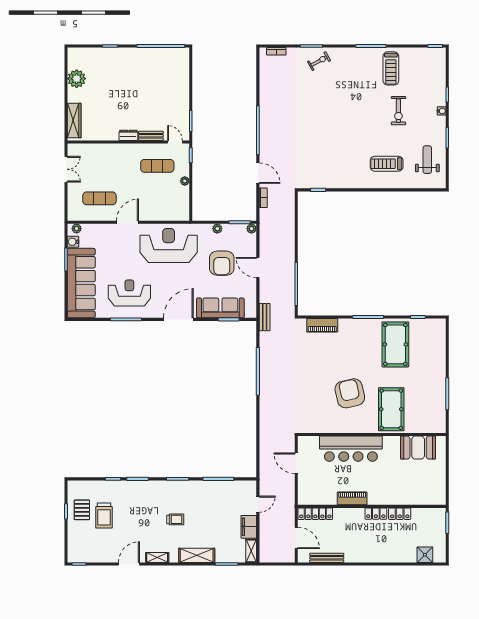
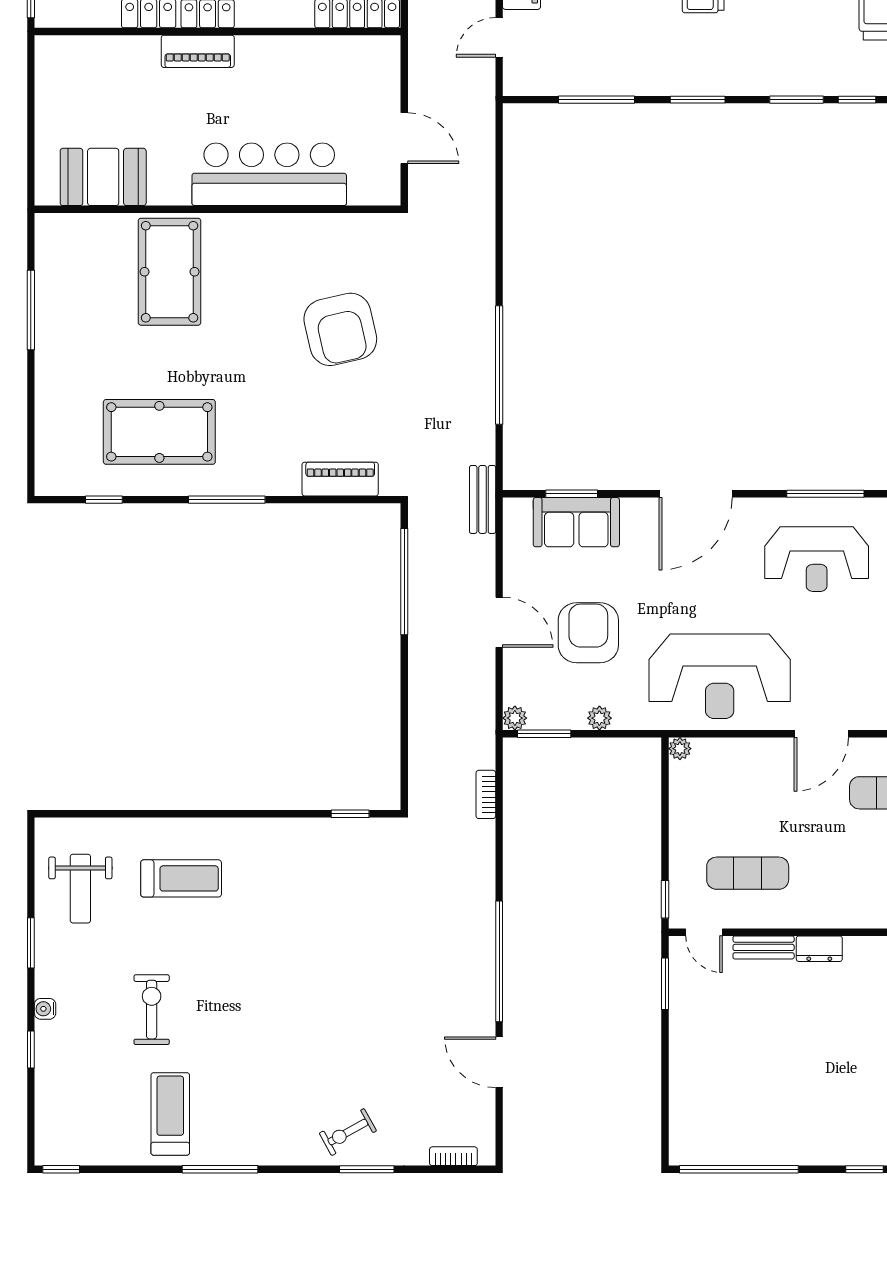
door: (258, 173) -> (499, 1062), moved
plant: (185, 181) -> (680, 749), moved
sofa: (220, 308) -> (576, 522), width x0.73
pool table: (395, 344) -> (159, 432), turned 90
armchair: (350, 393) -> (340, 329), moved
piano: (352, 498) -> (198, 51), moved

